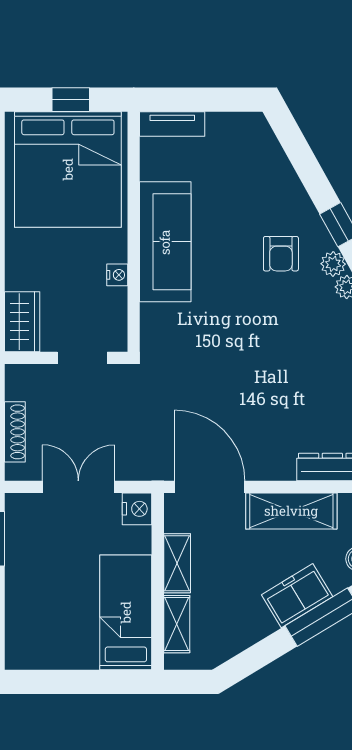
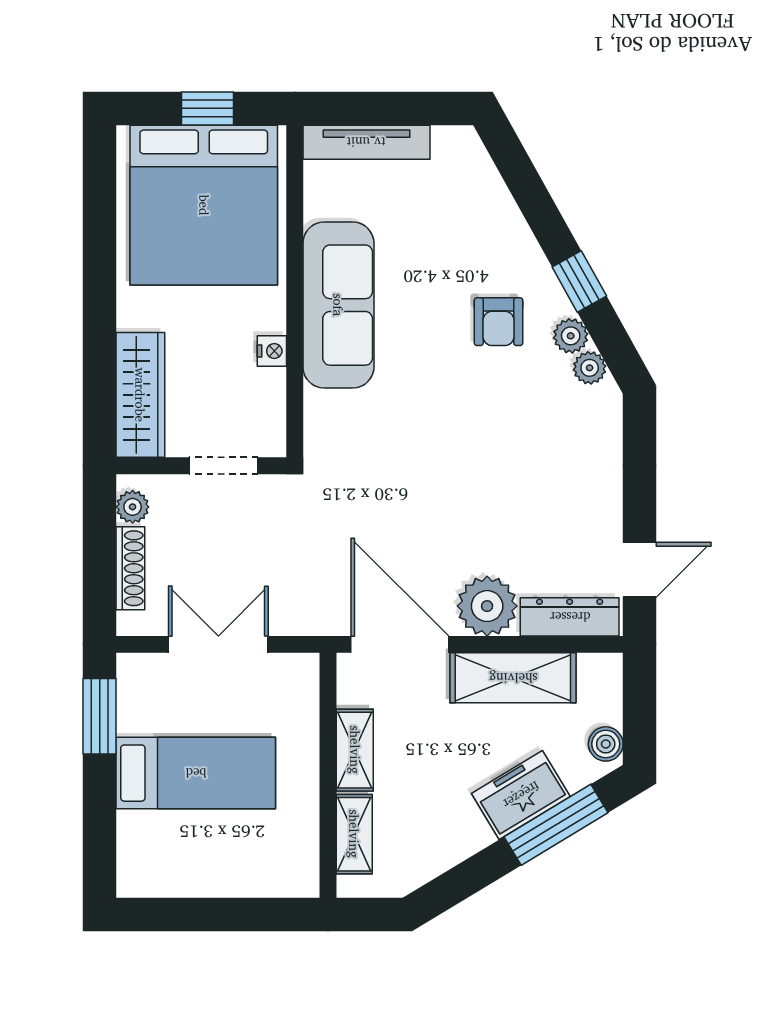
tv unit: (172, 124) -> (366, 142), width x1.41
wardrobe: (22, 322) -> (140, 395), width x1.50
plant: (16, 388) -> (133, 507), added
plant: (273, 459) -> (487, 606), added
nightstand: (137, 509) -> (299, 675), removed
bed: (126, 612) -> (196, 773), moved, turned 90

